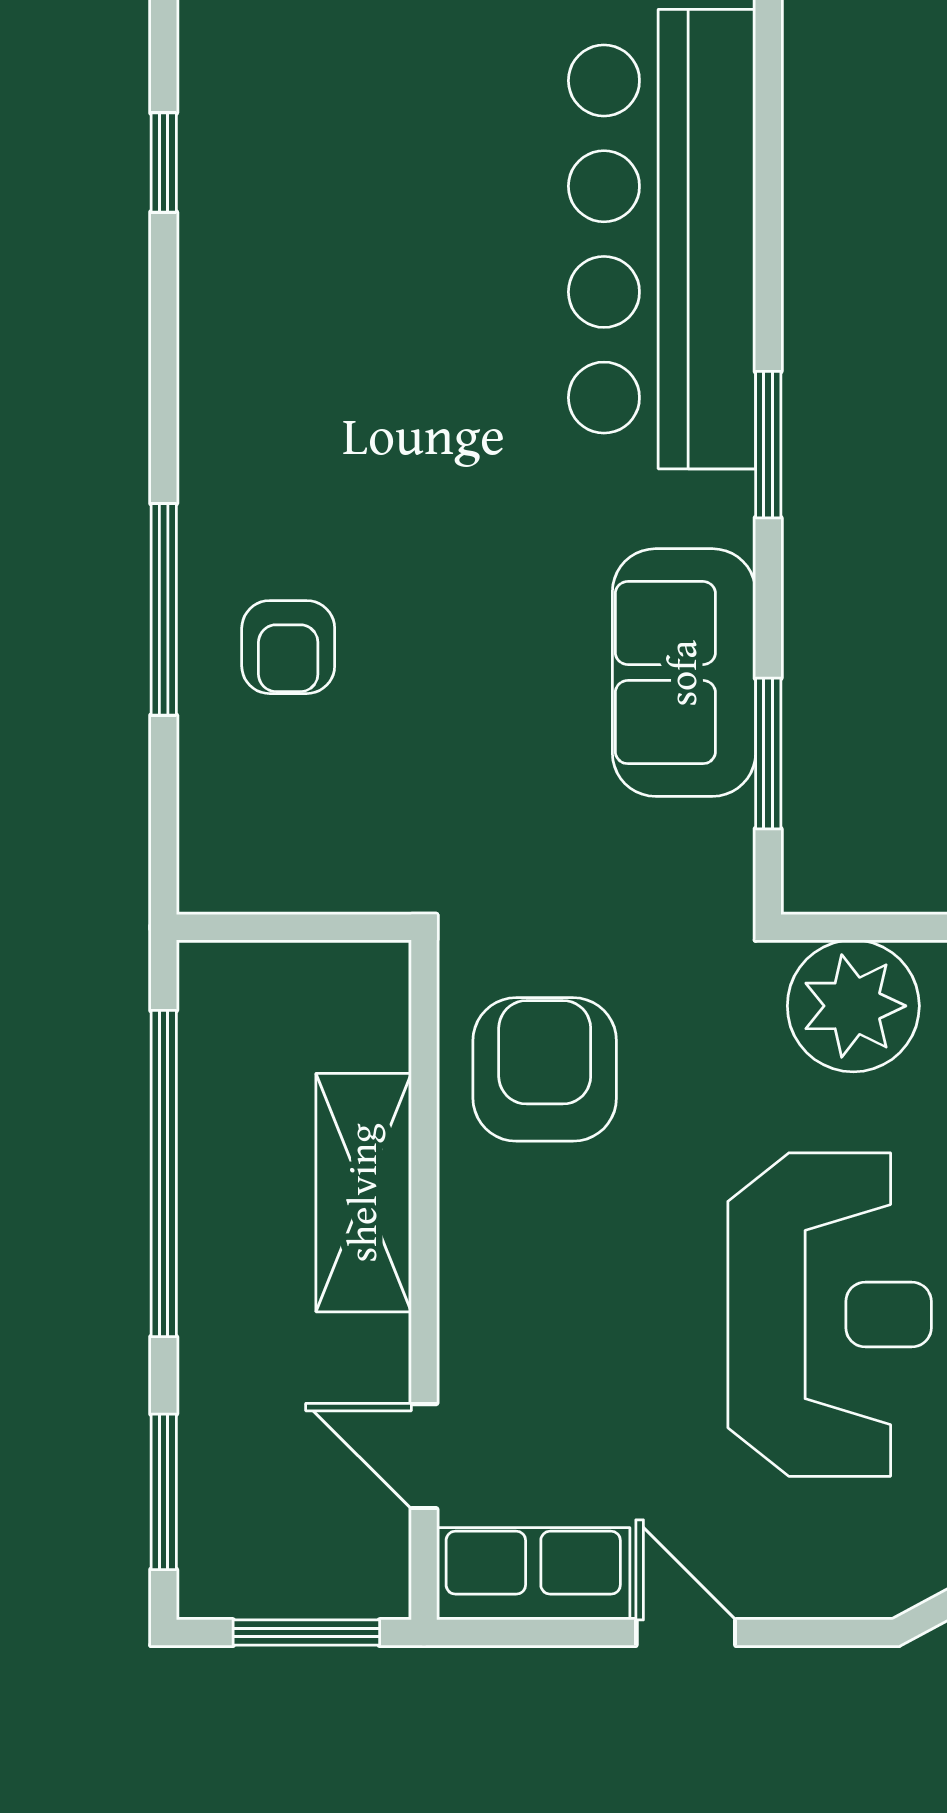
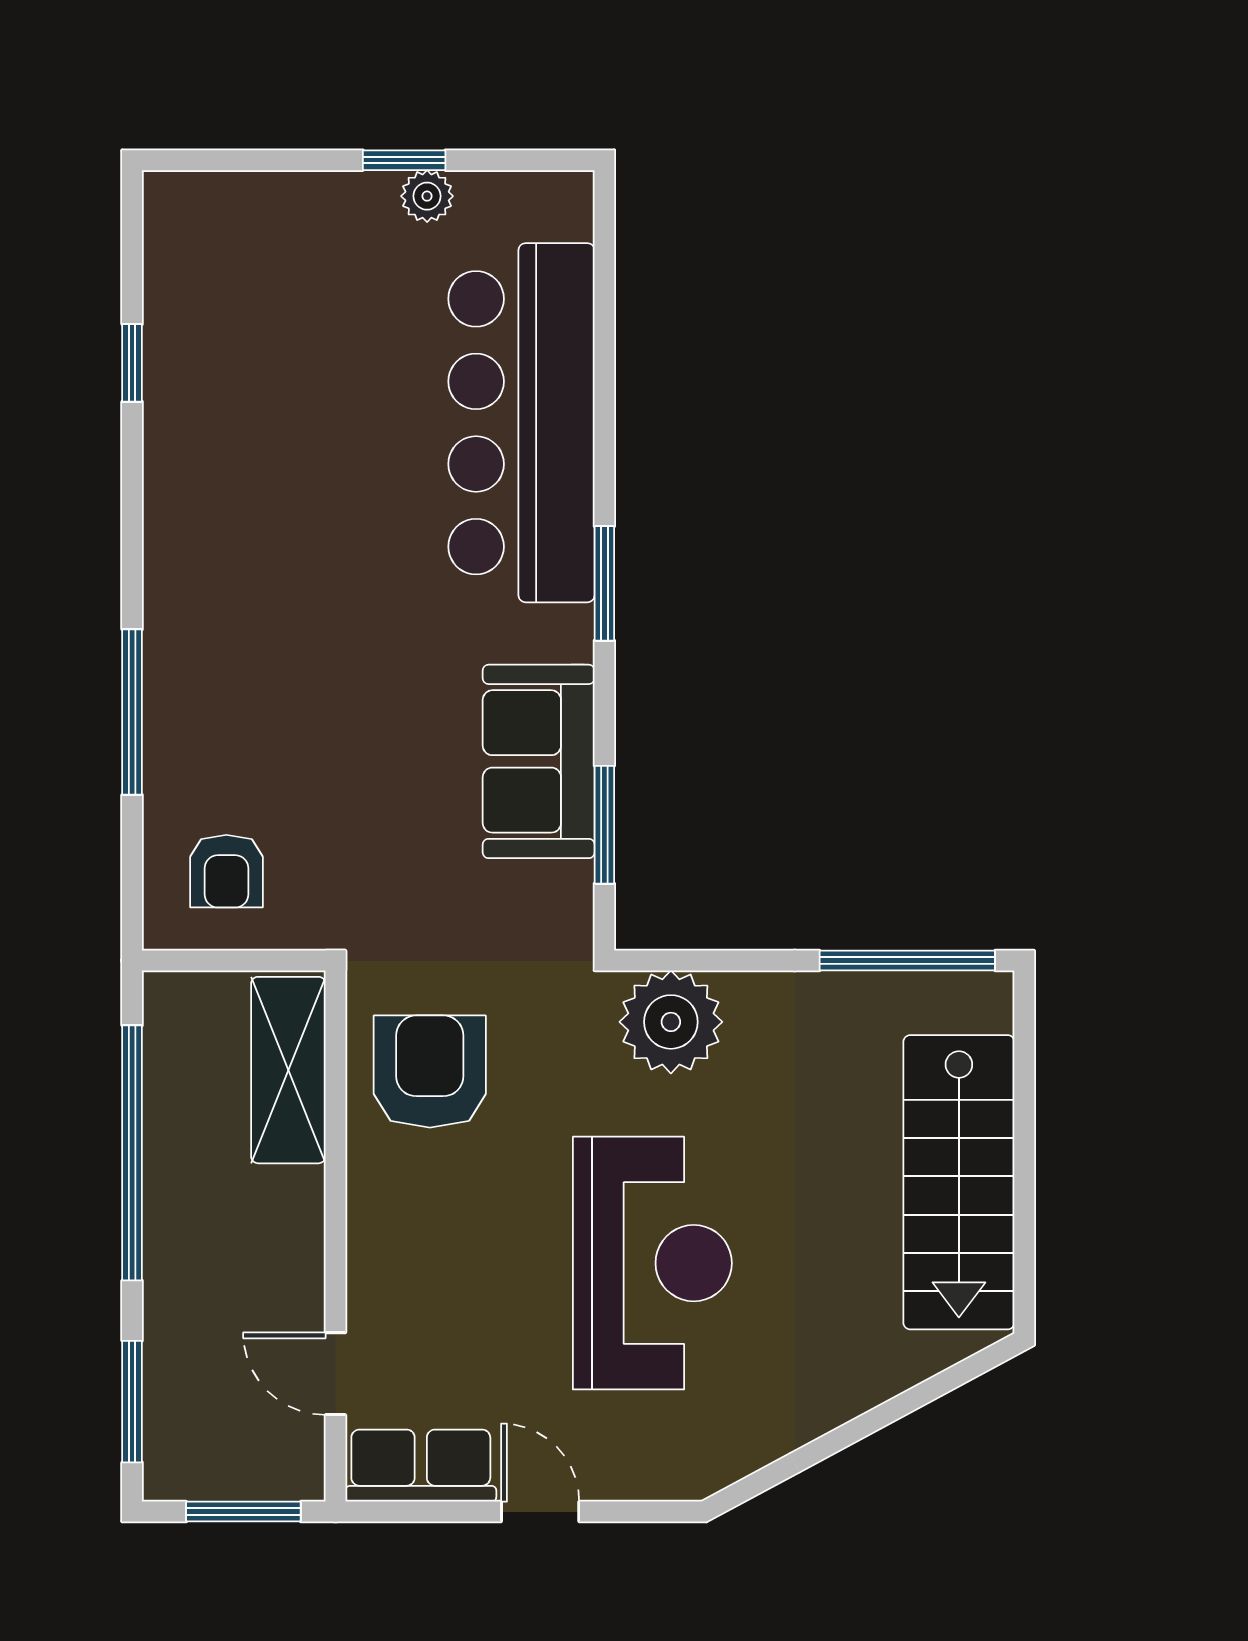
armchair: (288, 647) -> (226, 871), moved
shelving: (364, 1193) -> (288, 1070), moved

